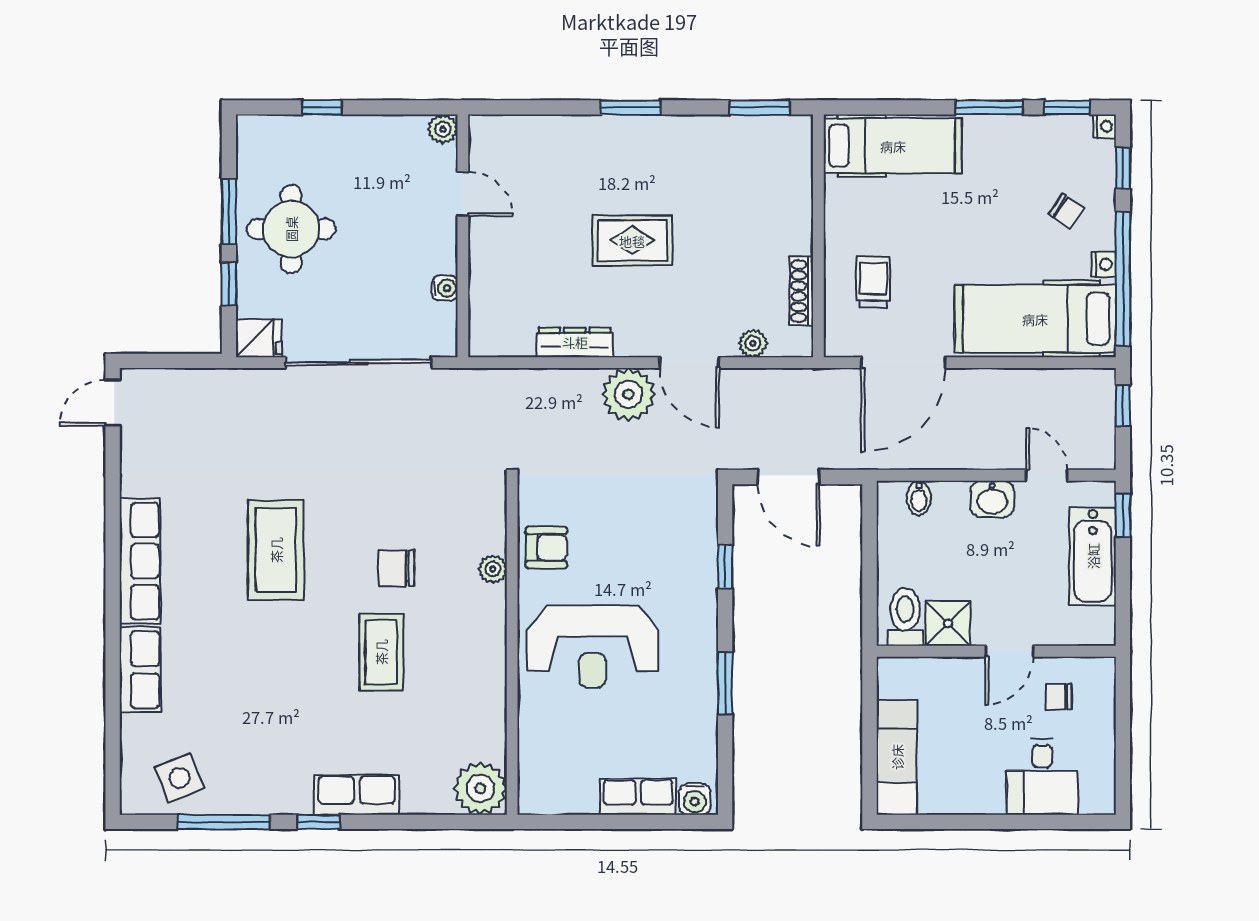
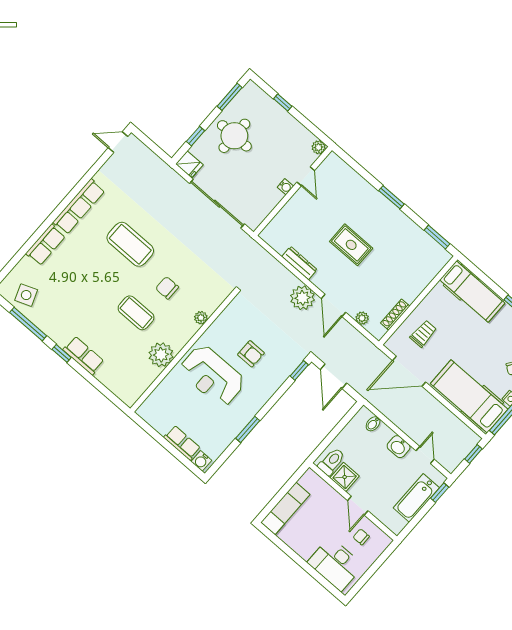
window: (229, 211) -> (230, 97), moved
water cooler: (445, 288) -> (285, 187), moved
armchair: (546, 548) -> (251, 354), moved
coffee table: (276, 550) -> (130, 244), turned 90
window: (725, 567) -> (299, 370), moved
door: (1009, 651) -> (358, 506), hinge flipped
coffee table: (381, 652) -> (136, 313), turned 90
desk: (1042, 777) -> (335, 564), width x1.37
plant: (480, 788) -> (161, 355), moved

